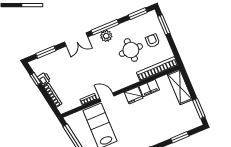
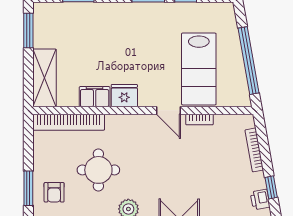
armchair: (153, 41) -> (54, 192), moved
printer: (44, 79) -> (260, 200), moved

